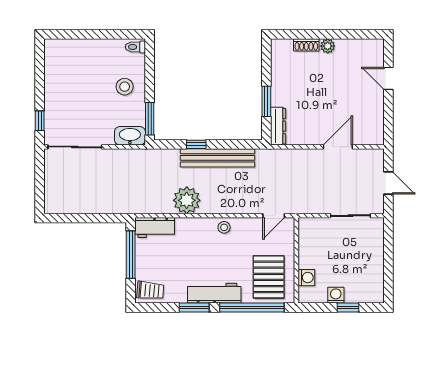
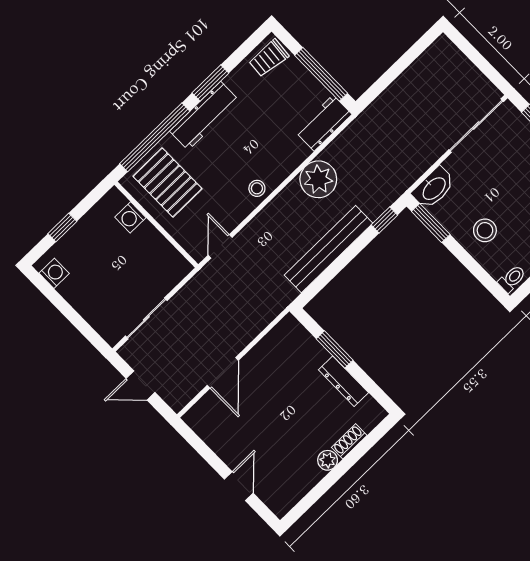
door: (388, 78) -> (239, 486), hinge flipped
dresser: (278, 126) -> (343, 381), moved
window: (196, 144) -> (384, 220), moved
washing machine: (336, 295) -> (54, 273), moved, turned -90

